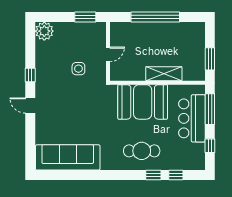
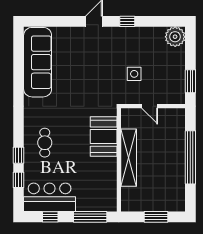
window: (210, 59) -> (156, 217), moved
shelving: (164, 74) -> (129, 158), width x1.47
booth: (143, 102) -> (104, 137), width x0.73, depth x0.70
bar counter: (192, 118) -> (50, 197), moved
cafe table: (142, 151) -> (45, 143), width x0.73, depth x0.74

